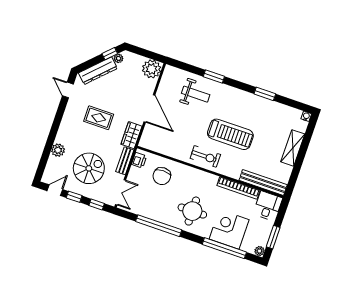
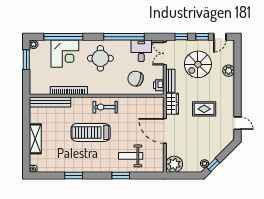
dresser: (98, 71) -> (218, 147), removed
chair: (162, 176) -> (136, 79), turned -73
desk: (268, 206) -> (141, 51), moved, turned 180

